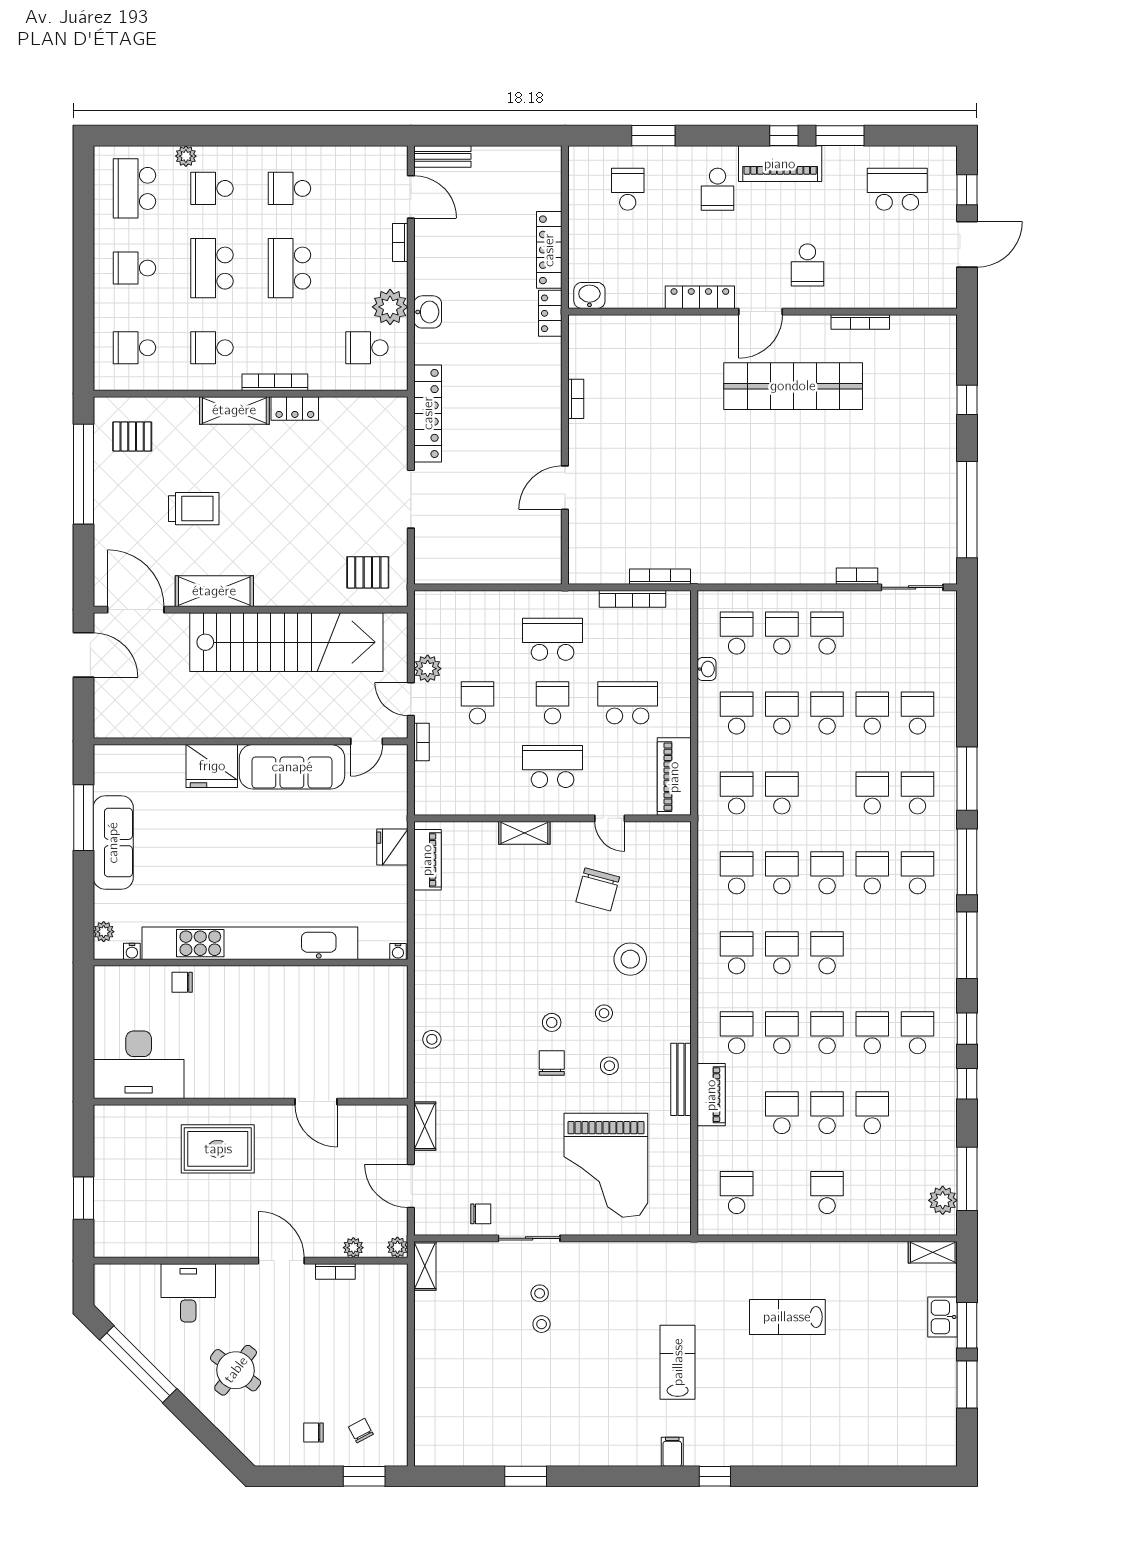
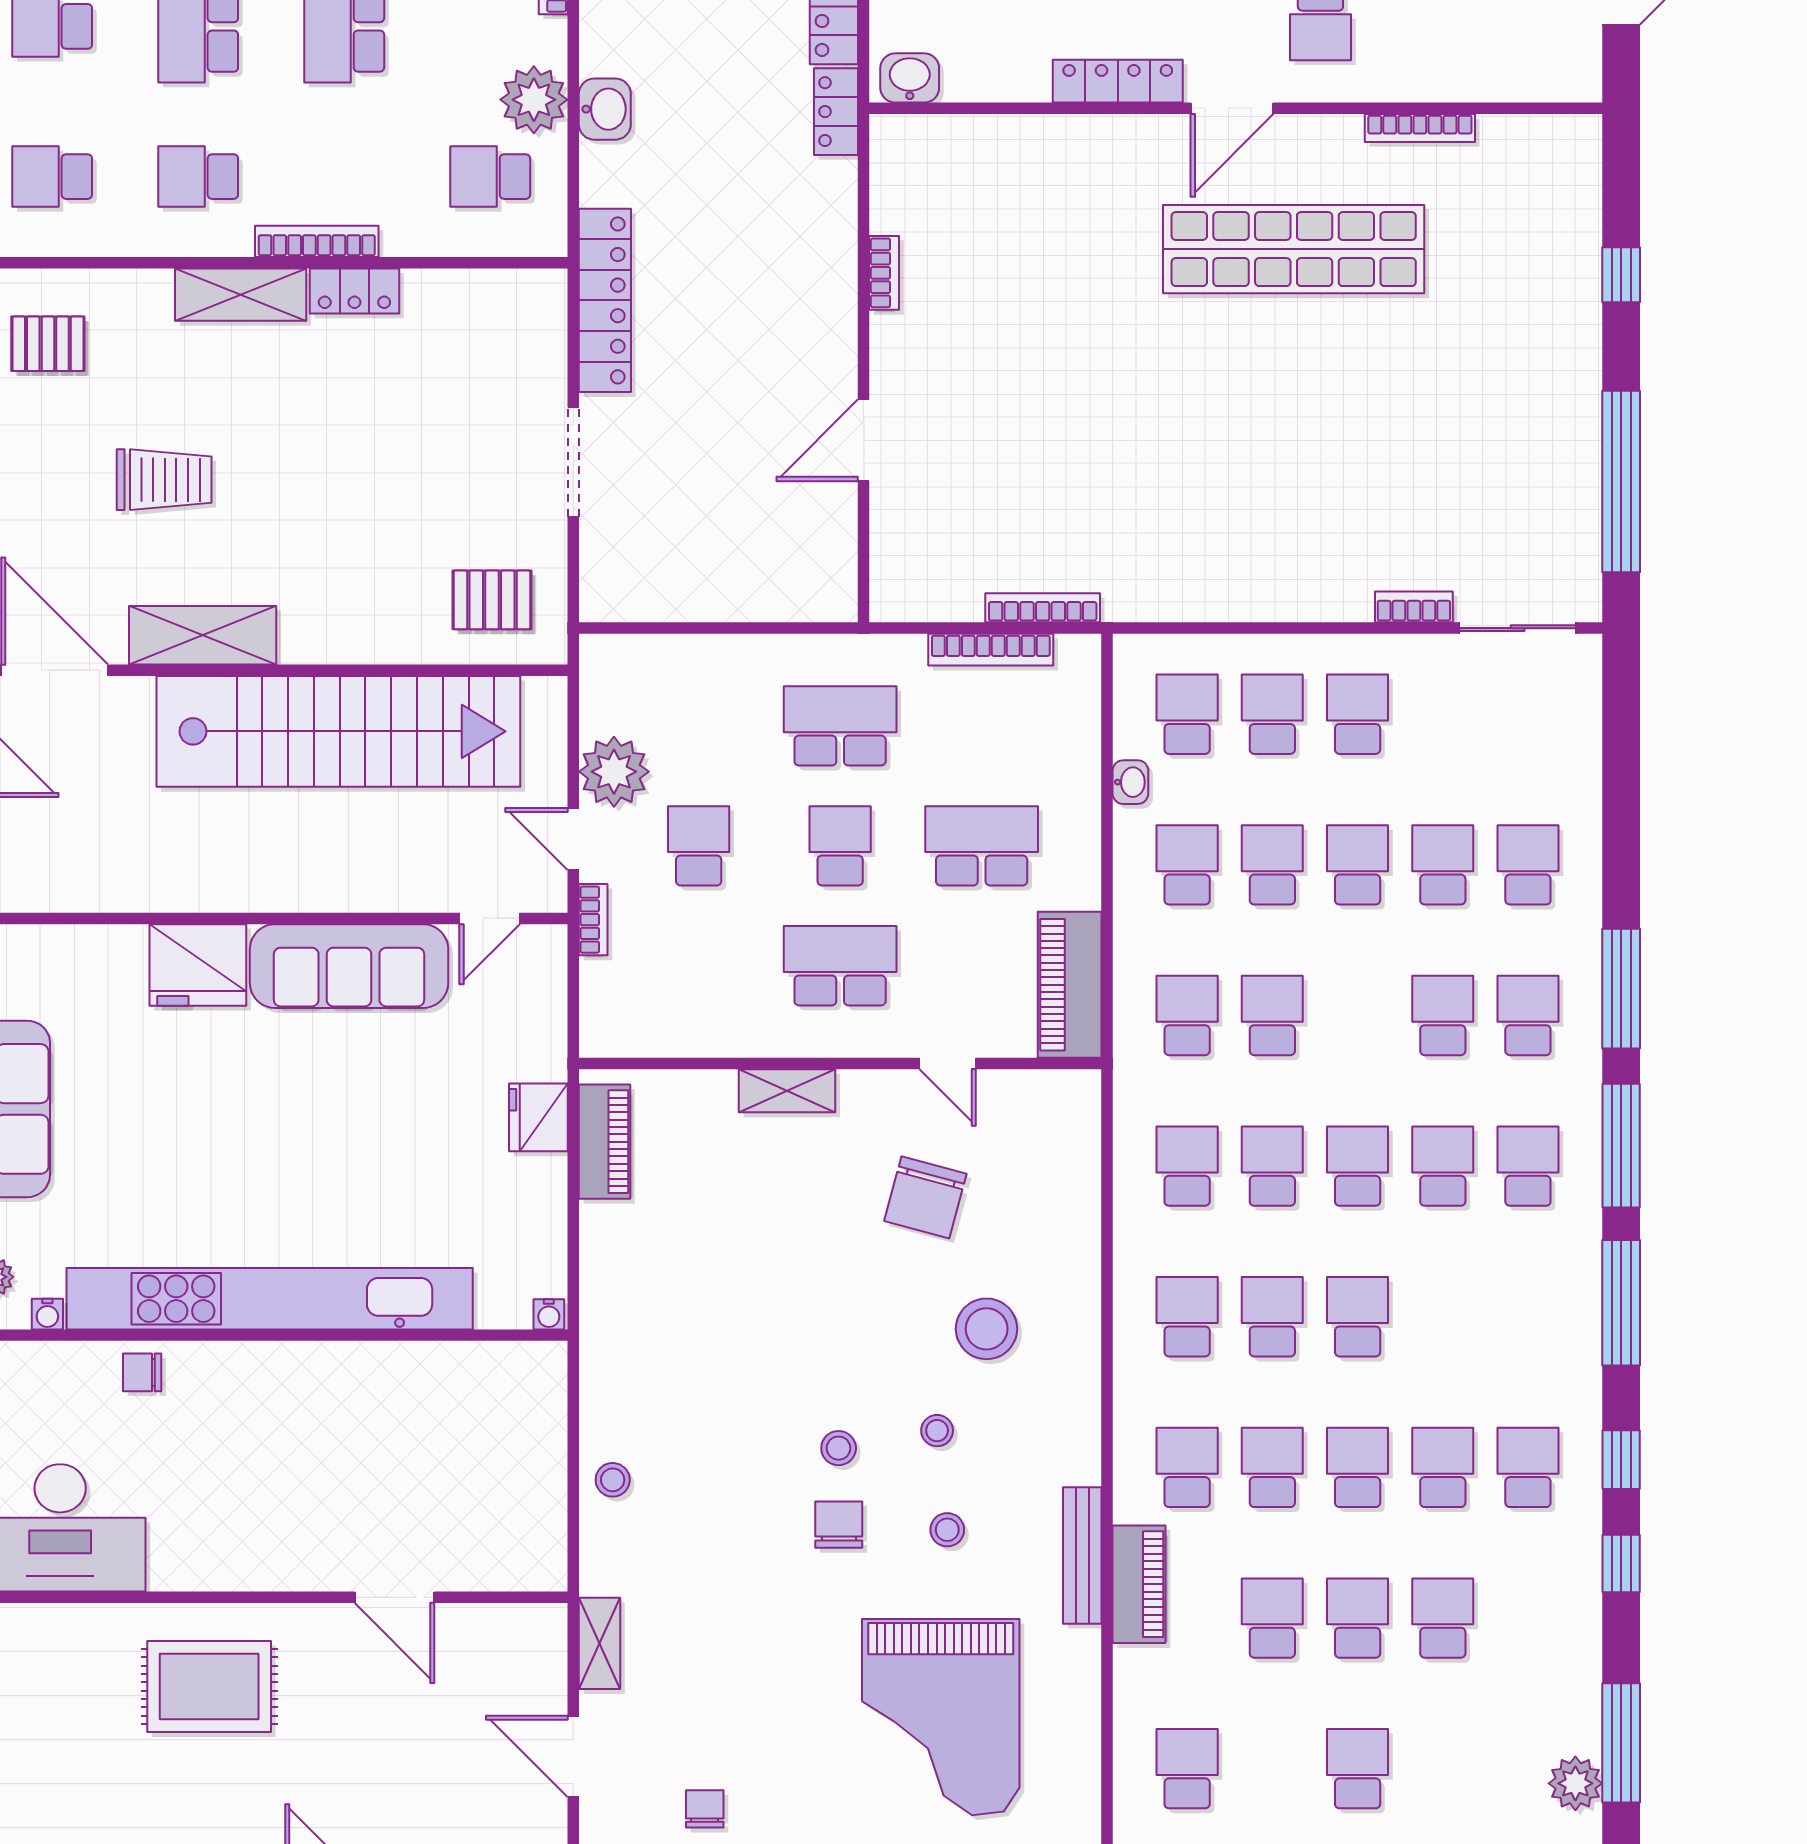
plant: (428, 669) -> (614, 772), width x1.36, depth x1.36
chair: (481, 1214) -> (705, 1809), turned -90

